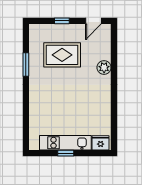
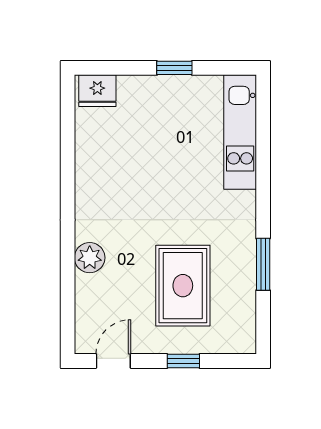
rug: (62, 55) -> (183, 286), turned 90
kitchen unit: (65, 143) -> (240, 132), moved, turned 90

